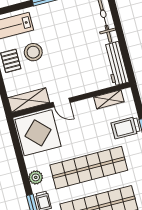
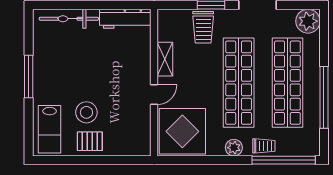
shelving: (109, 99) -> (165, 59), moved
shelving: (29, 100) -> (141, 132), removed

